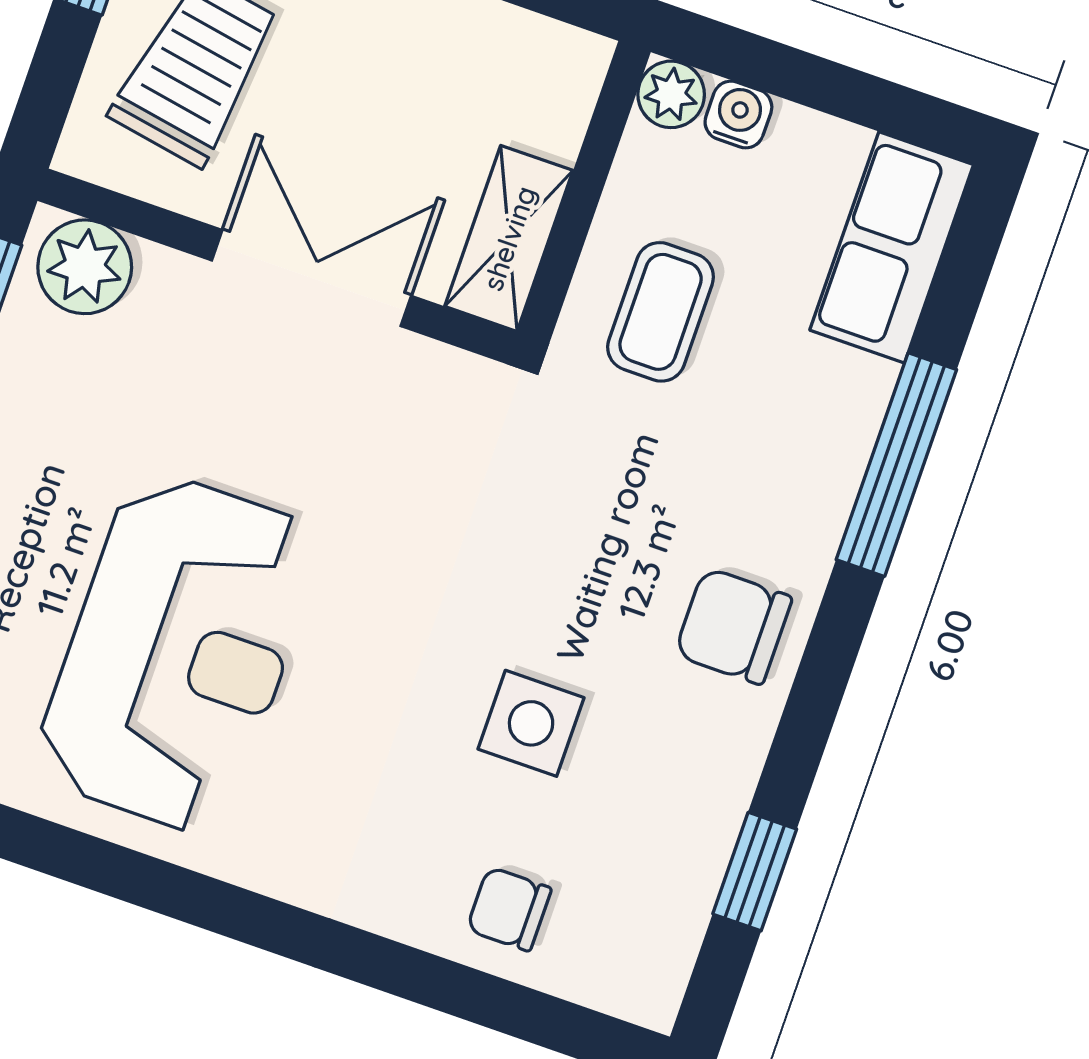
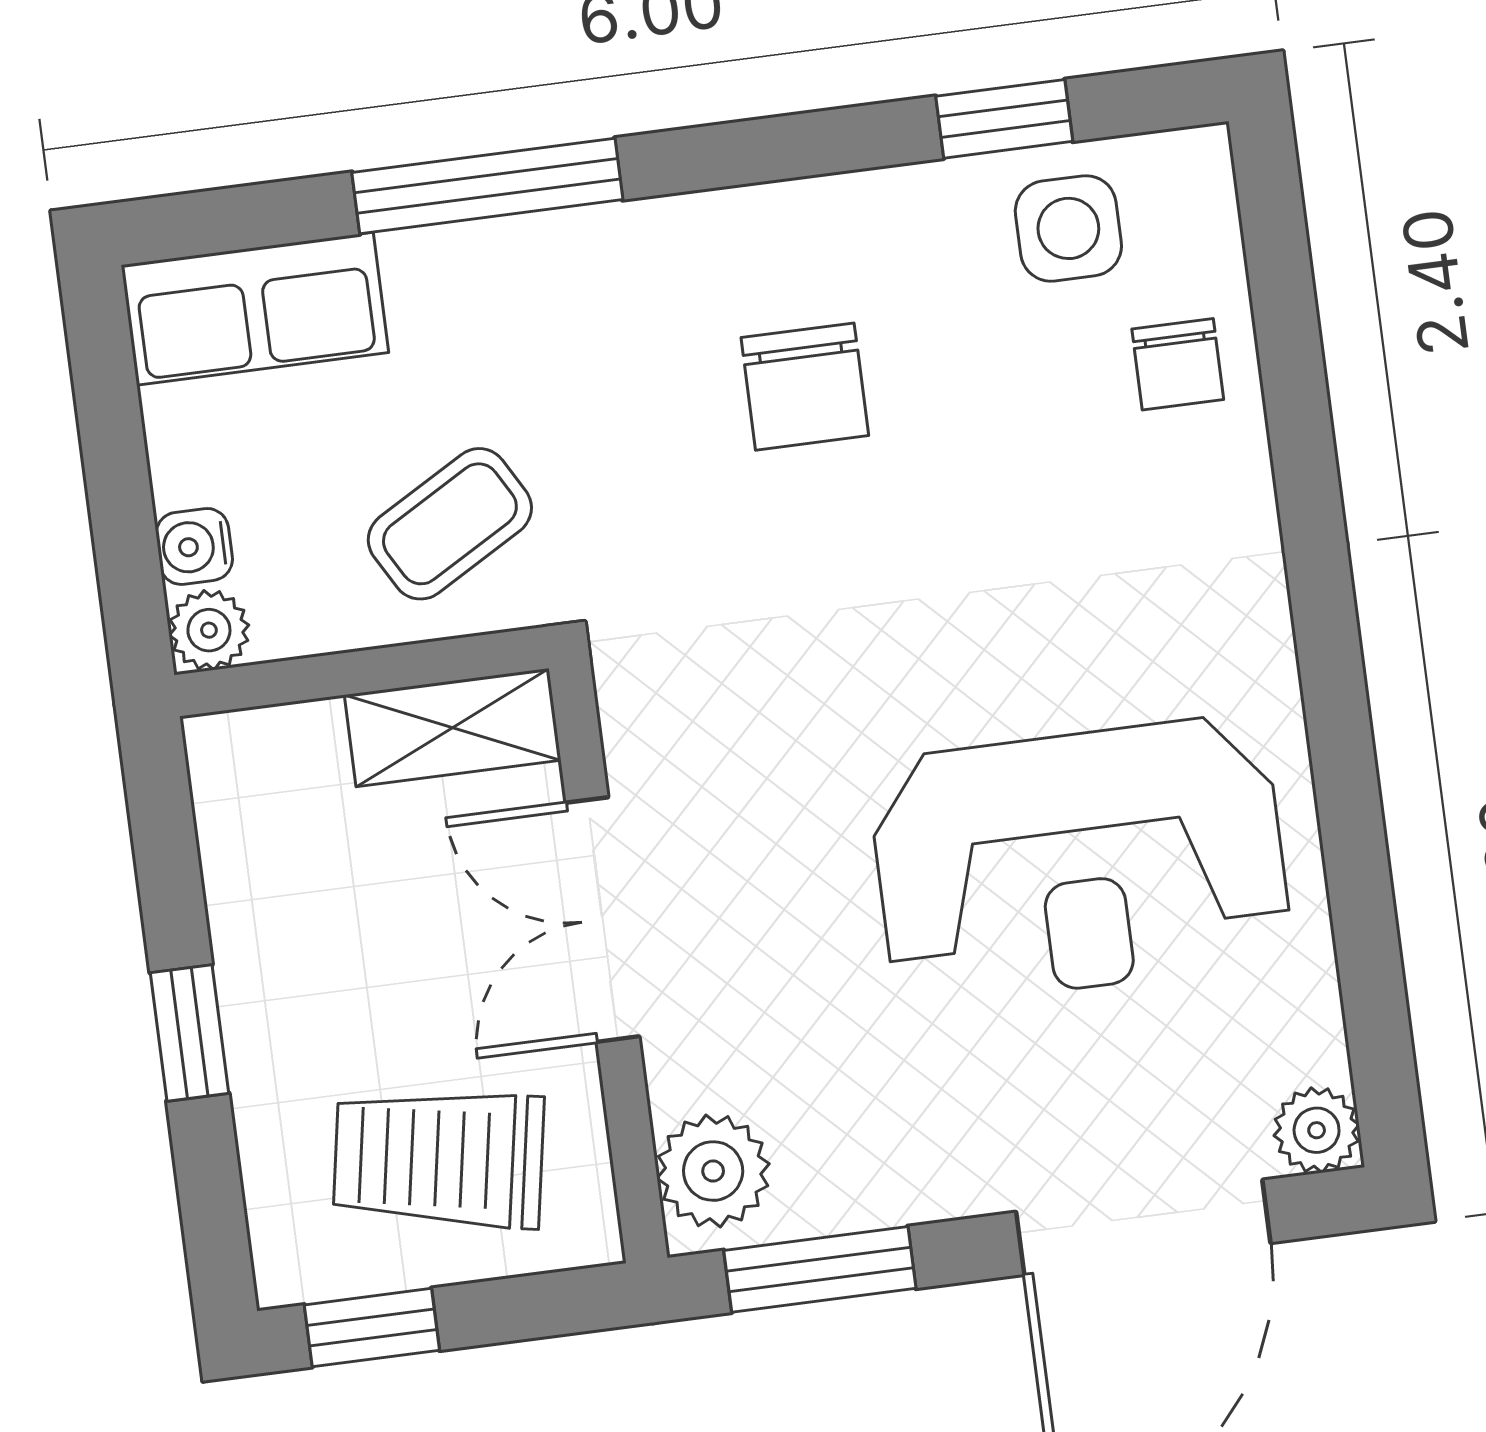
coffee table: (661, 312) -> (450, 524), turned -30
chair: (733, 626) -> (805, 387), moved
reception desk: (178, 653) -> (1080, 861), turned 180
side table: (531, 723) -> (1068, 228), moved

